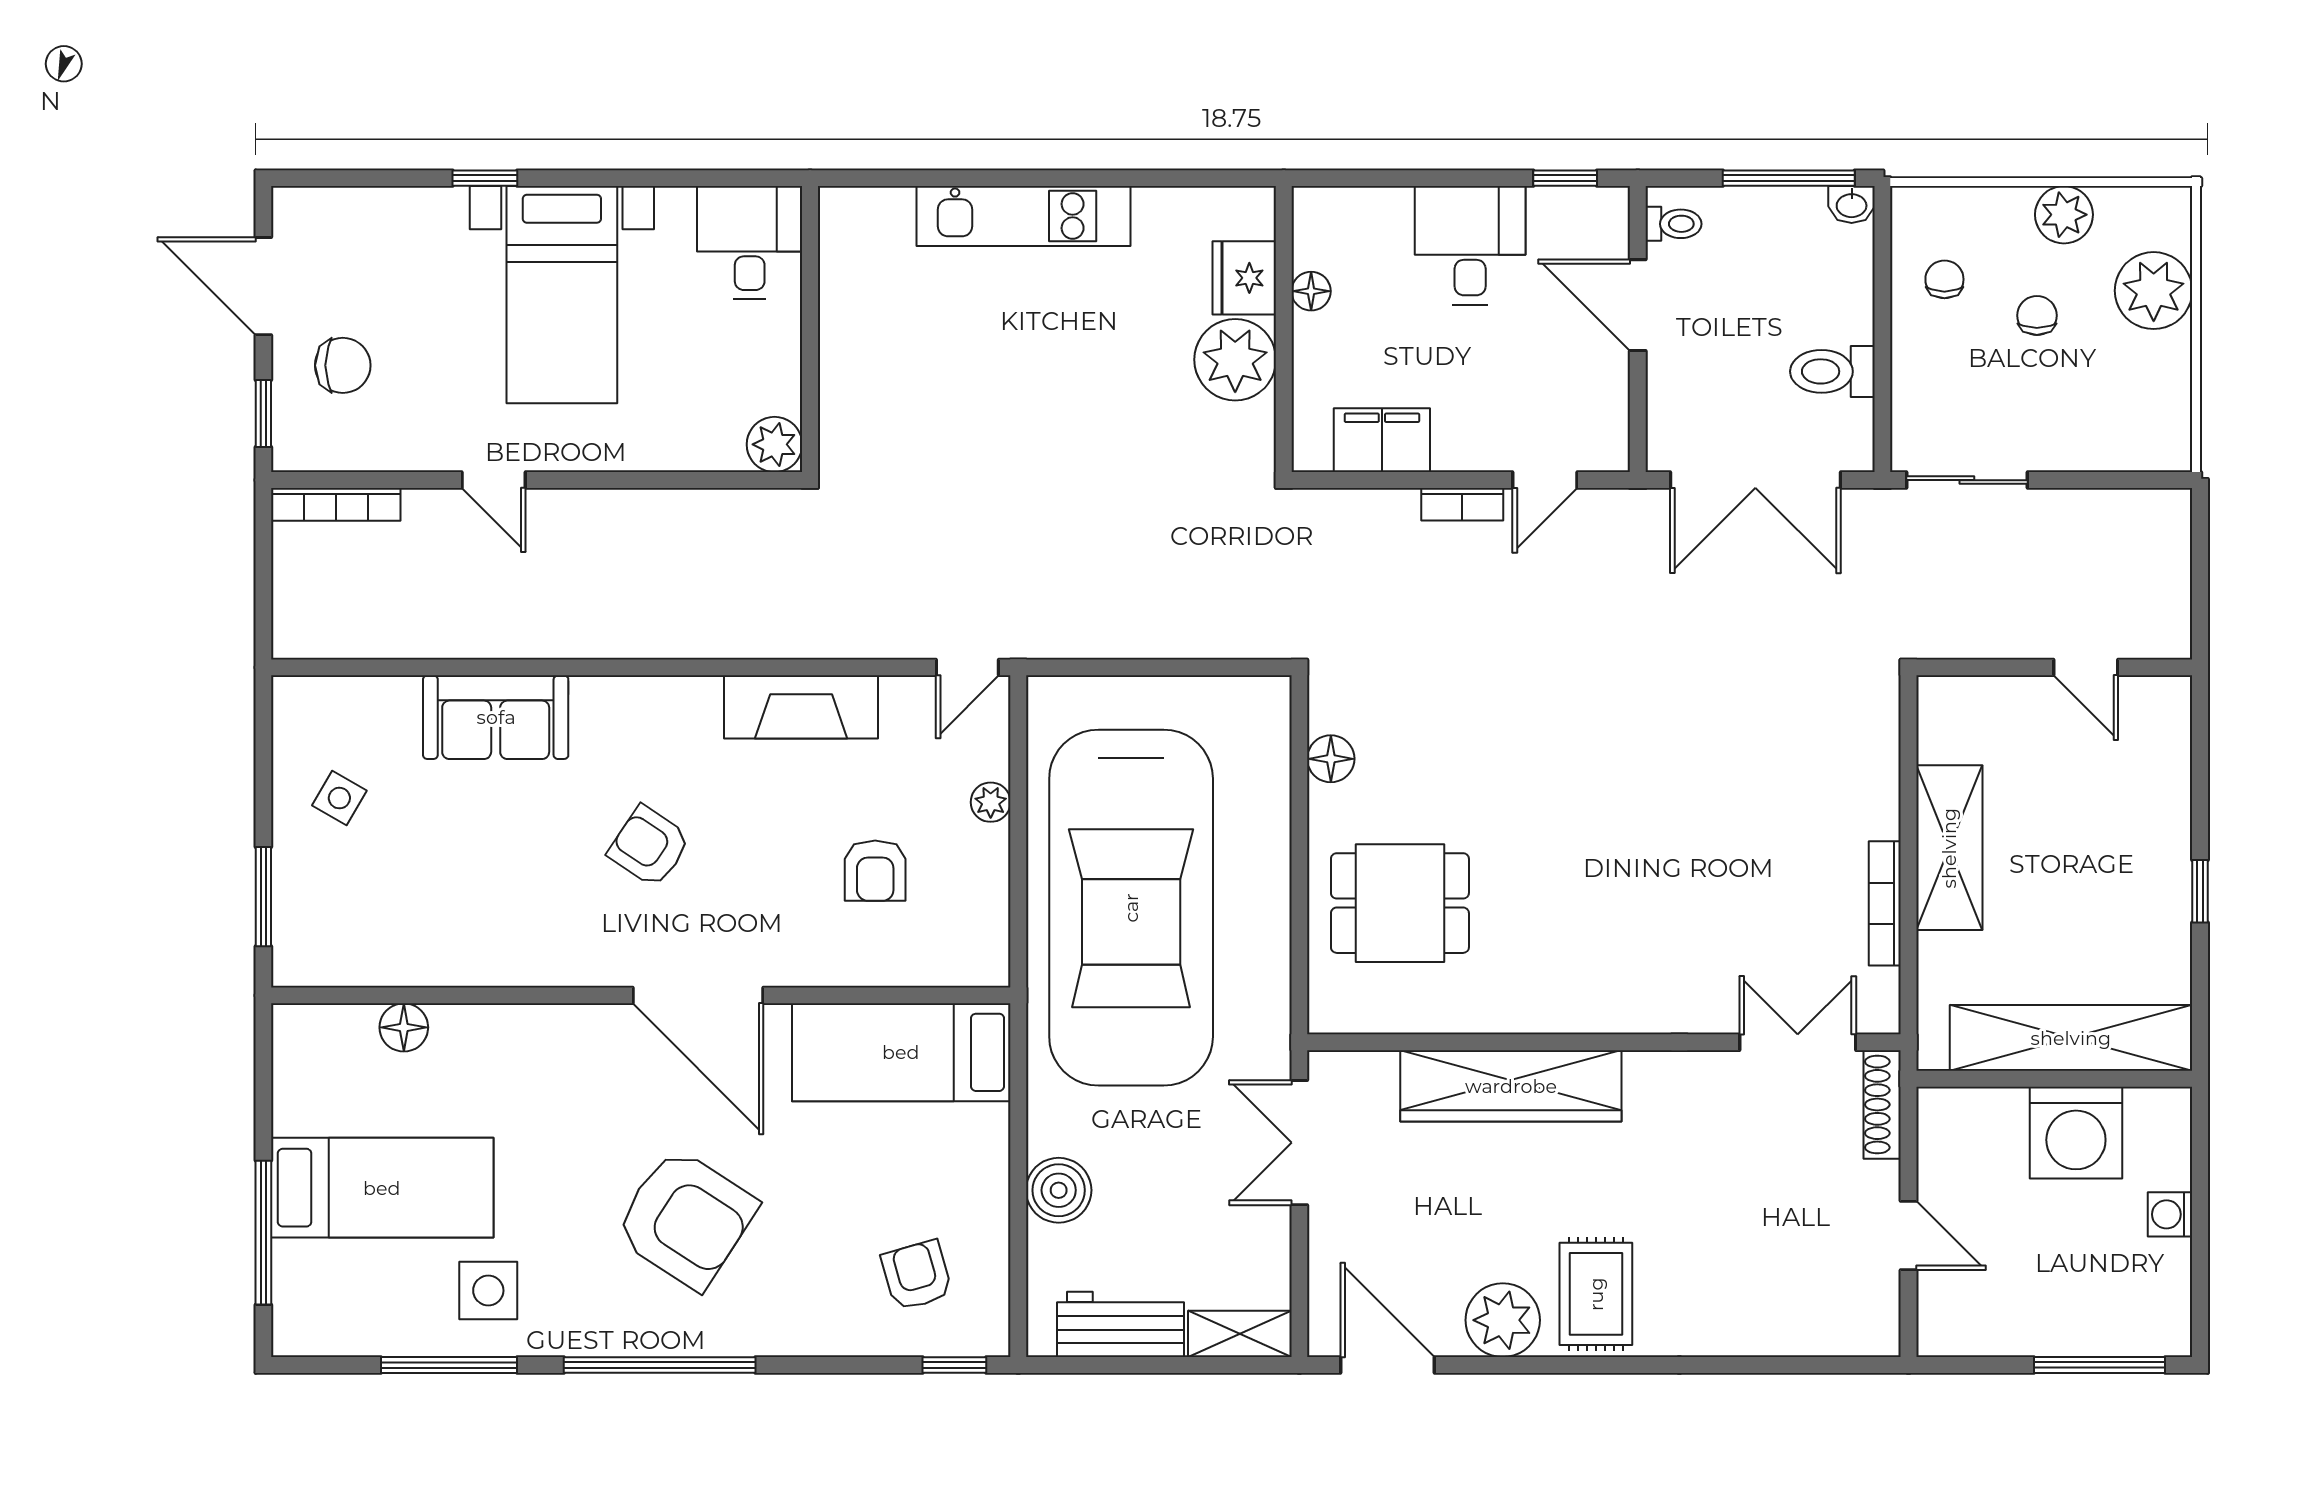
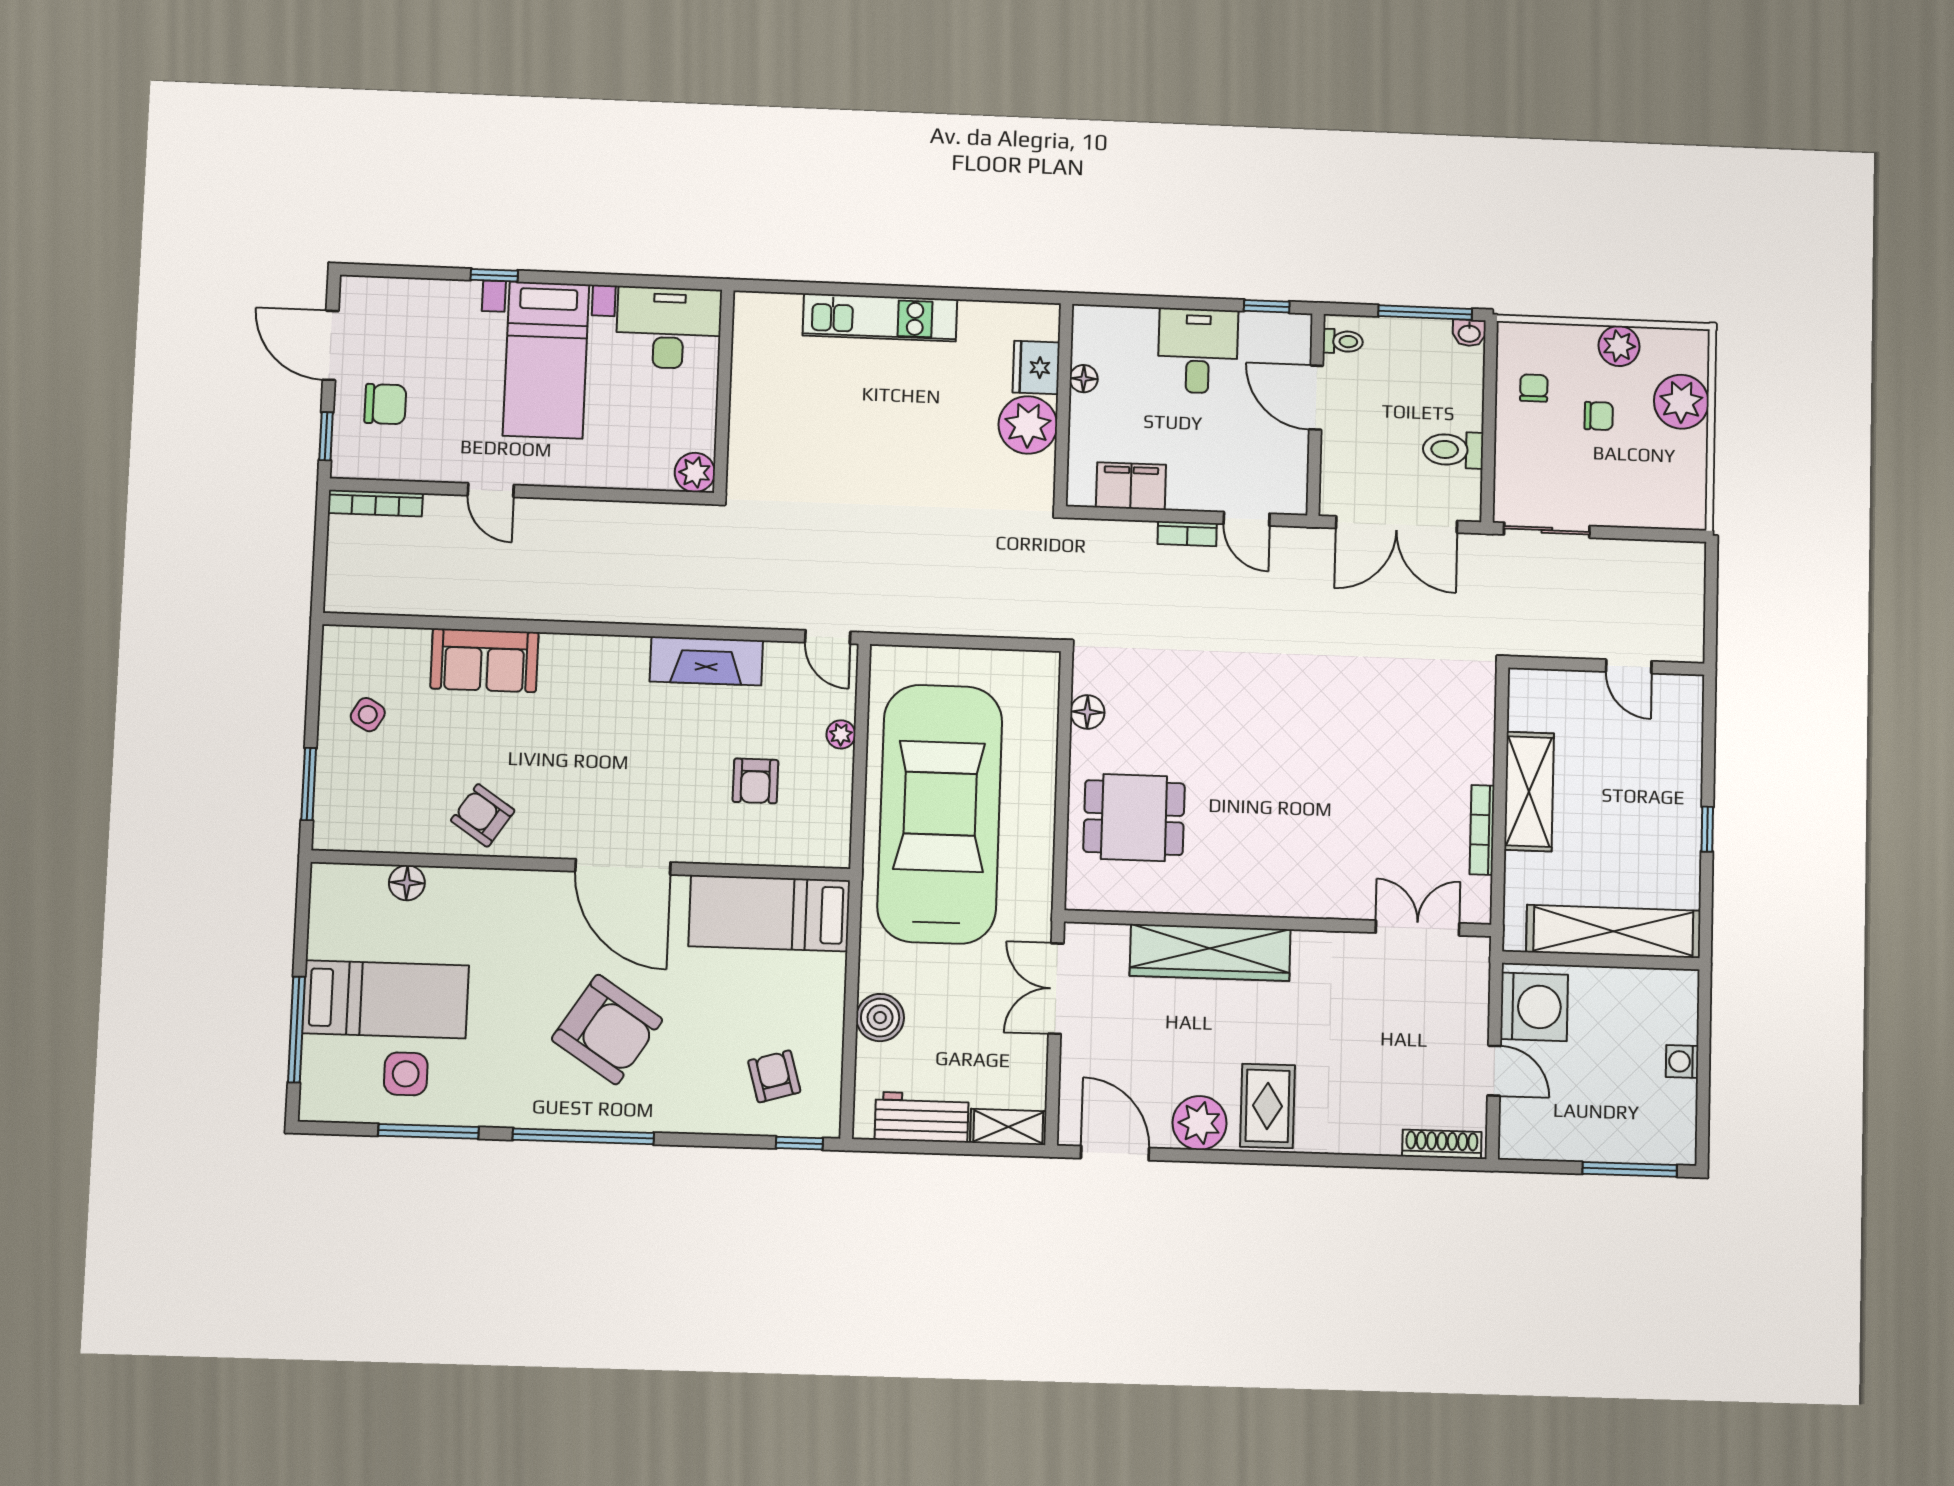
desk: (750, 243) -> (669, 328), width x1.37
chair: (2037, 315) -> (1599, 416), turned 90
door: (1545, 480) -> (1247, 519), hinge flipped
door: (967, 667) -> (828, 637), hinge flipped
armchair: (649, 846) -> (483, 815), moved
car: (1131, 908) -> (940, 814), turned 180
shoe rack: (1882, 1105) -> (1442, 1144), moved, turned 90
washing machine: (2076, 1133) -> (1534, 1007), moved, turned -90
side table: (488, 1291) -> (406, 1074), moved

